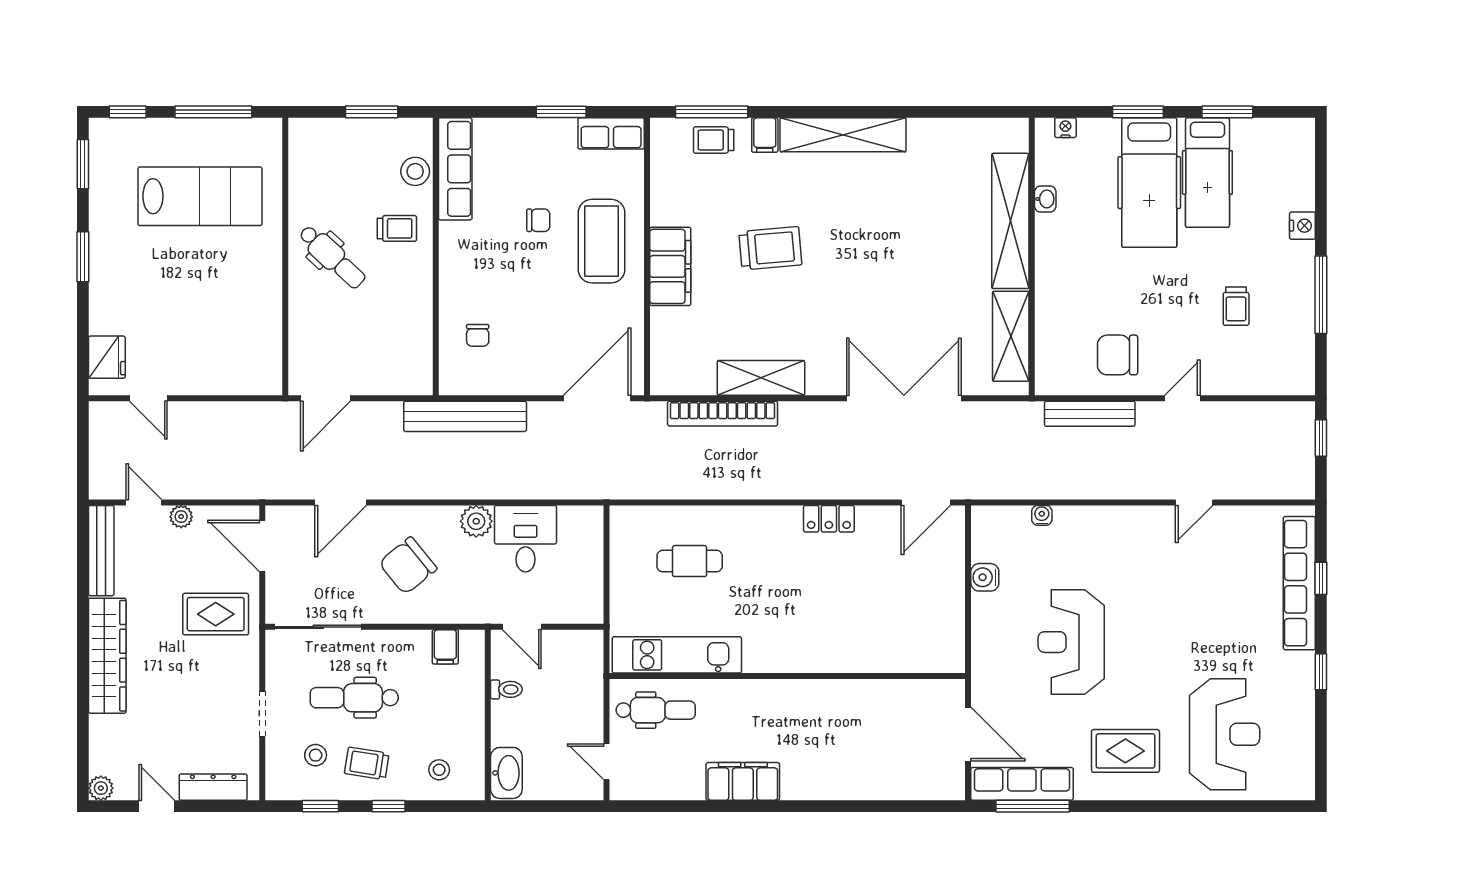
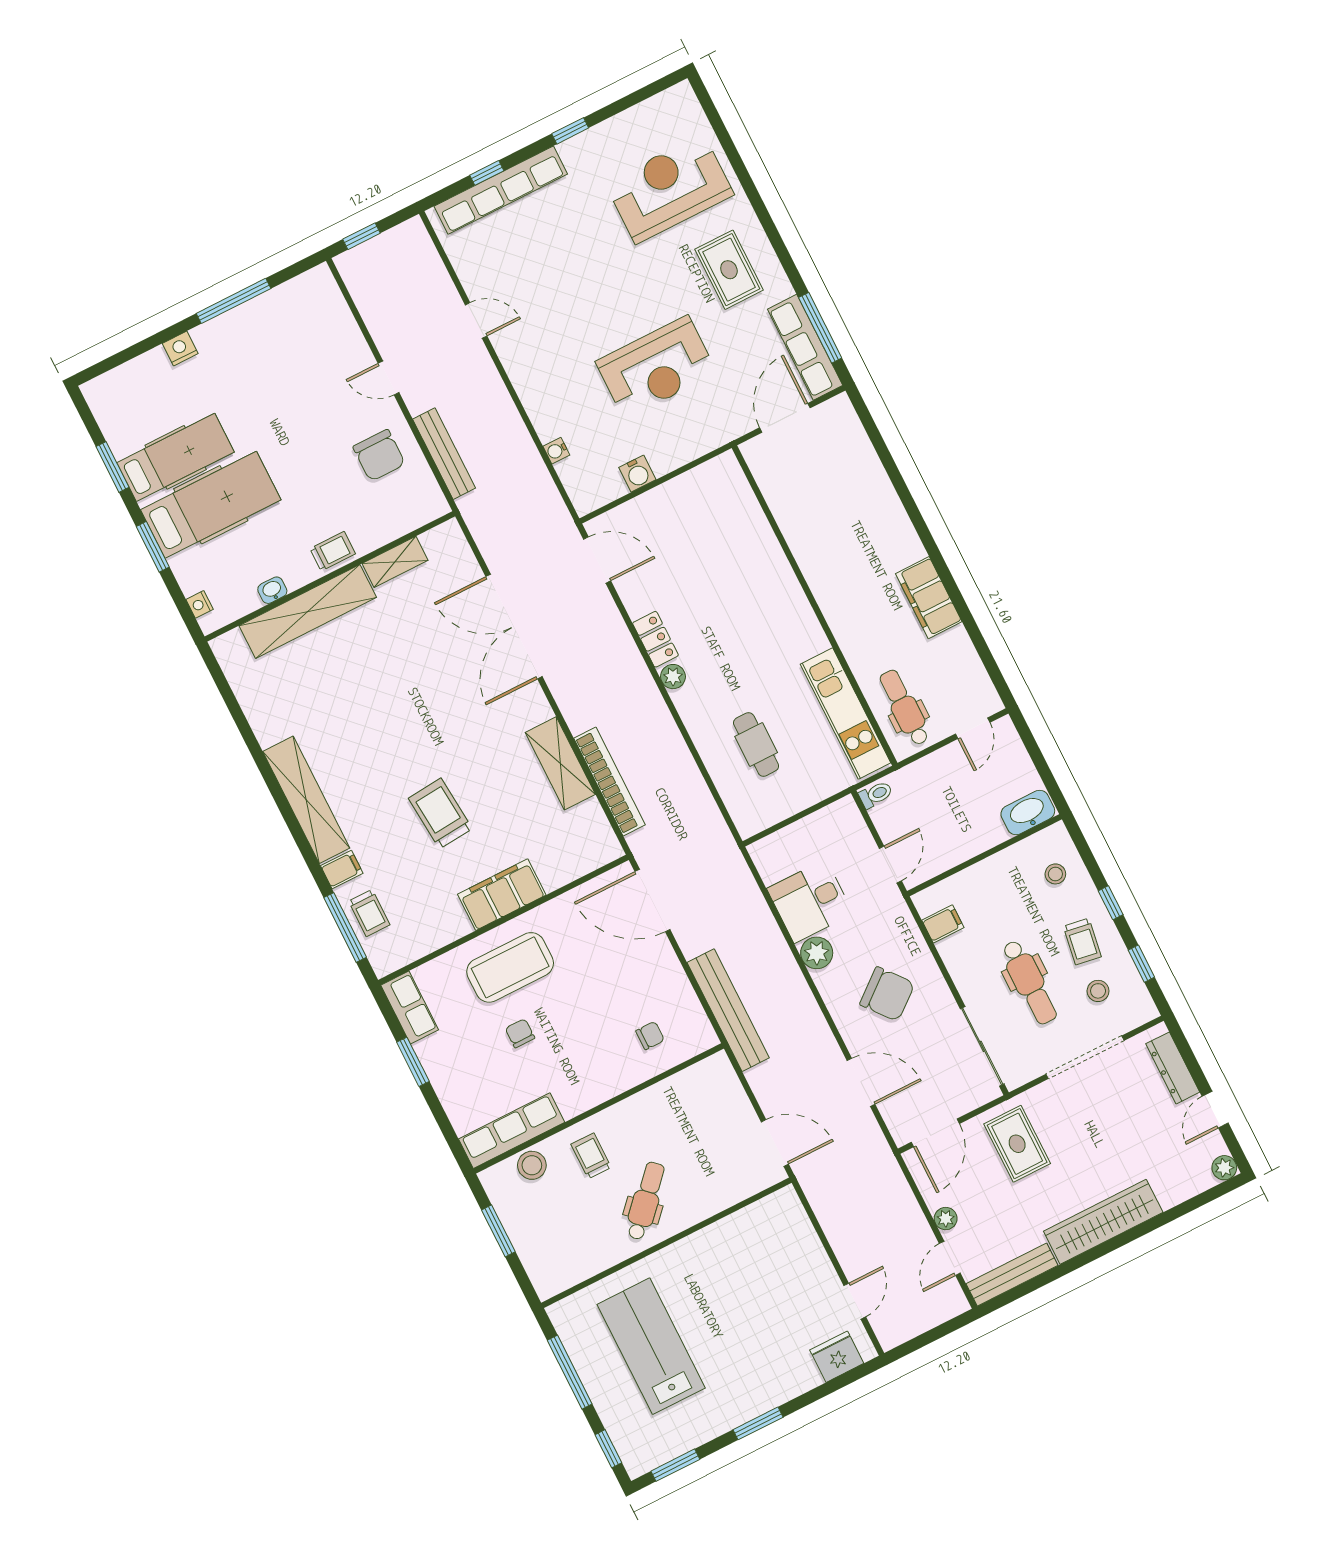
trolley: (1236, 306) -> (333, 551), moved
shelving: (1011, 336) -> (395, 562), width x0.67, depth x0.75
plant: (788, 518) -> (673, 677), added
toilet: (506, 689) -> (876, 794), moved, turned 90
doorway: (262, 714) -> (1085, 1057), width x1.88

